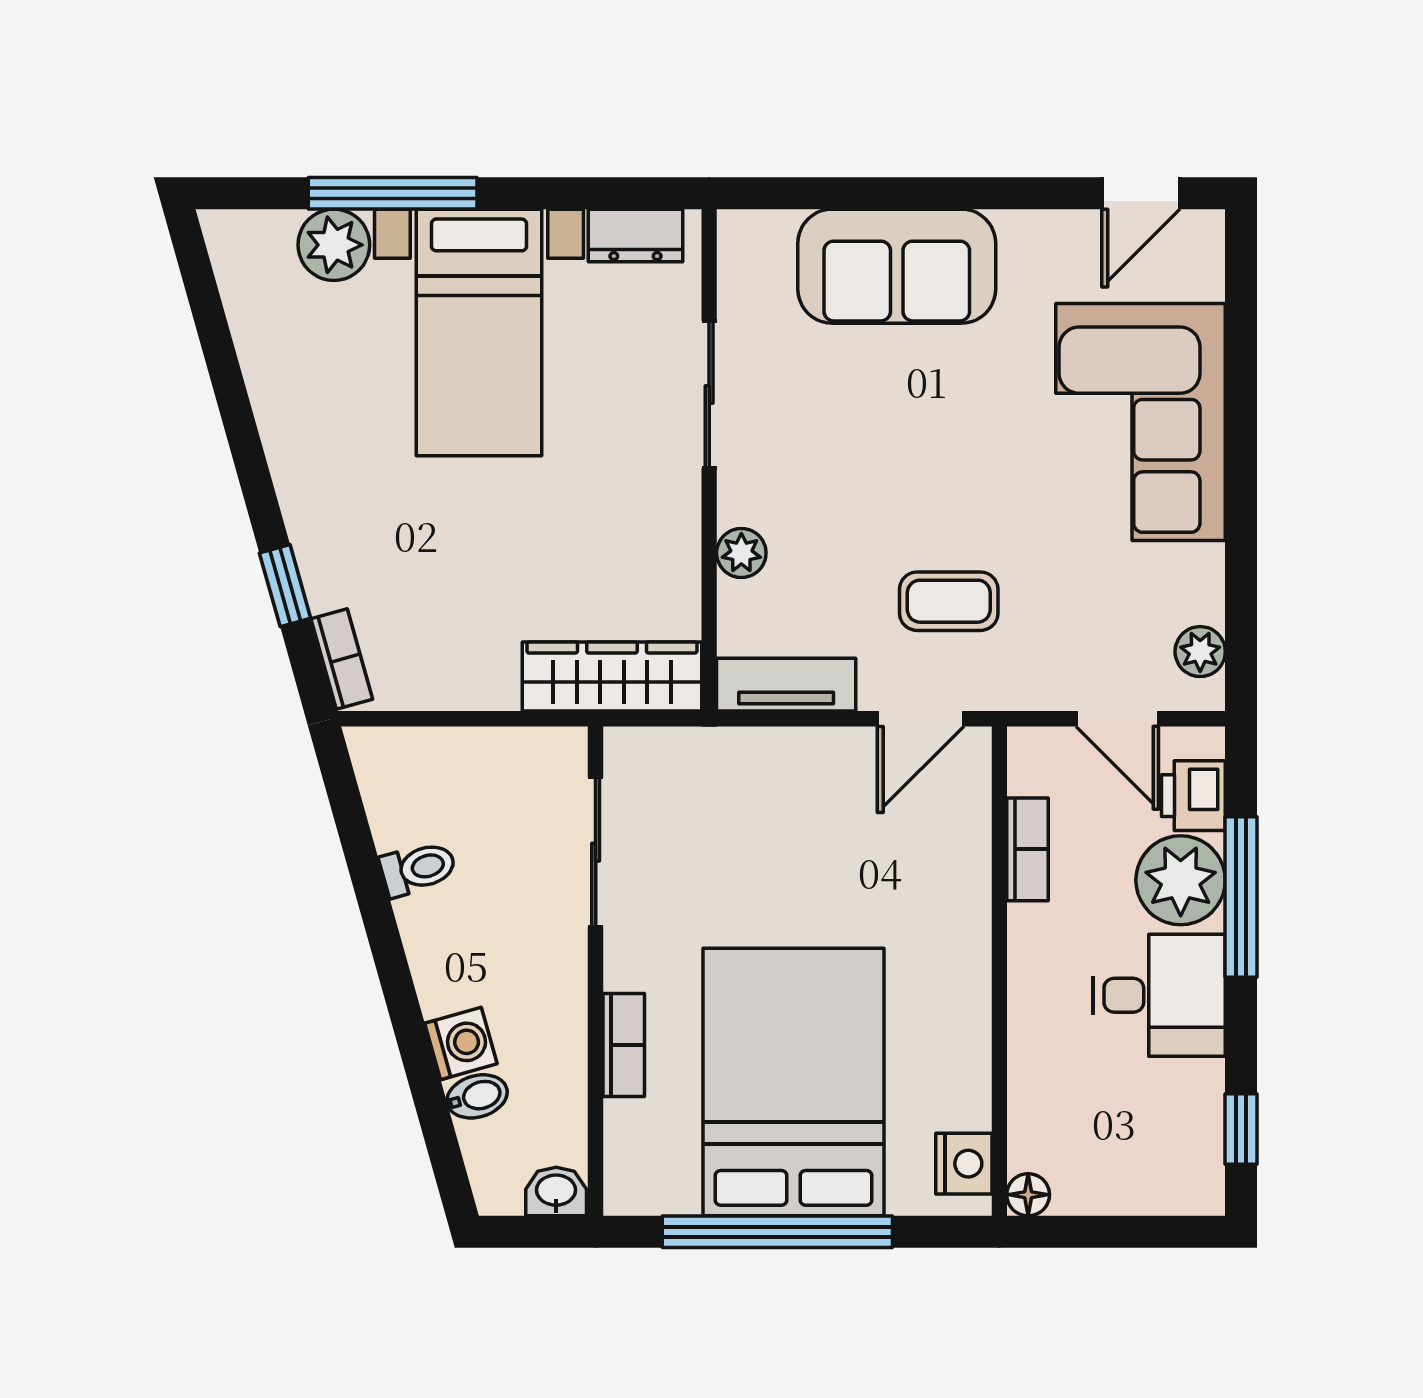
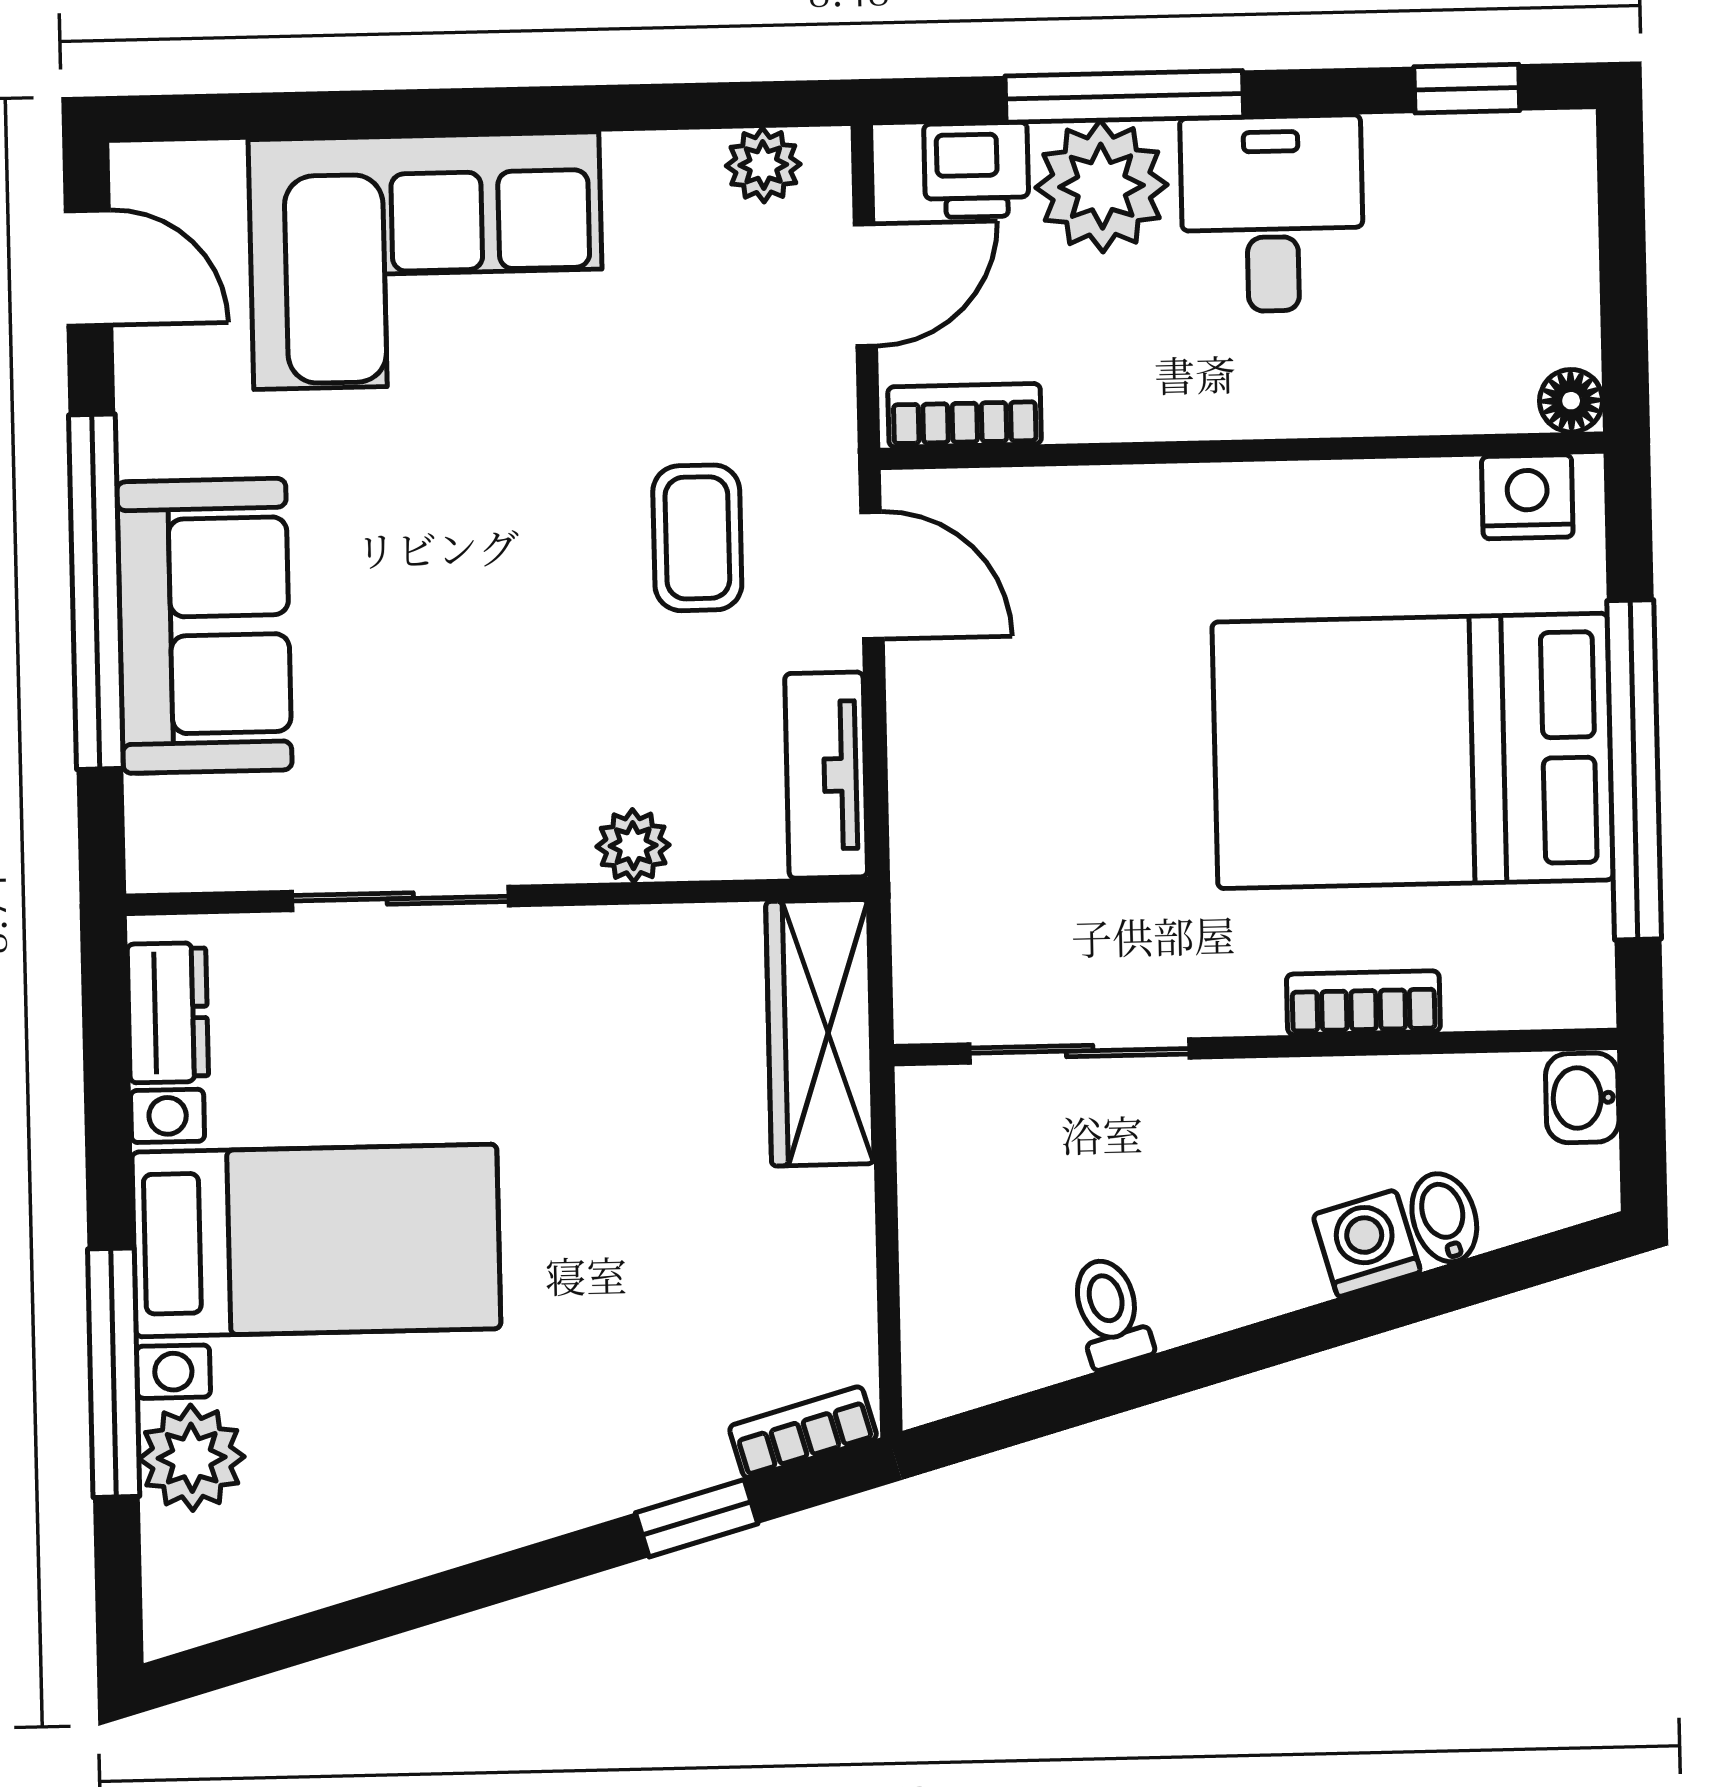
window: (922, 193) -> (96, 592), added
bookcase: (1028, 849) -> (965, 415), moved

